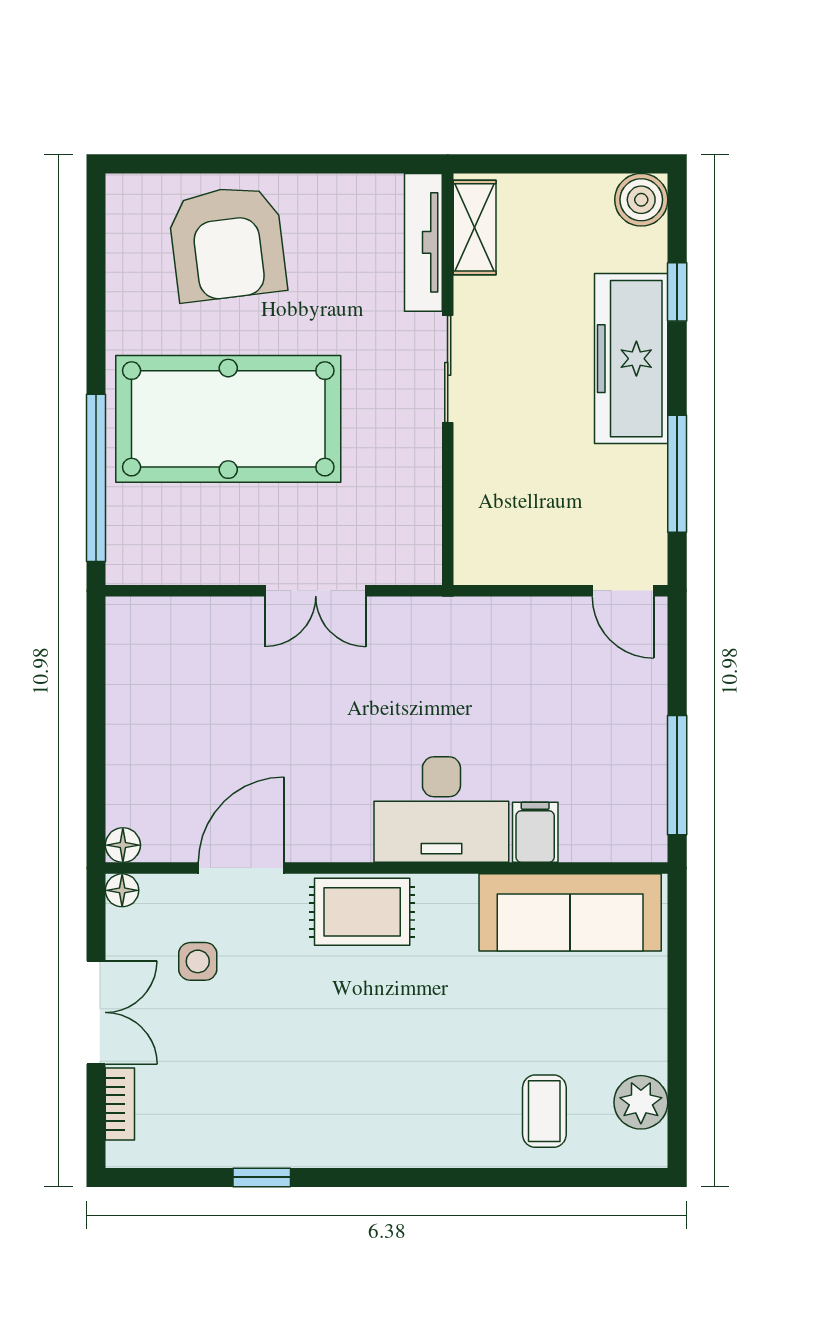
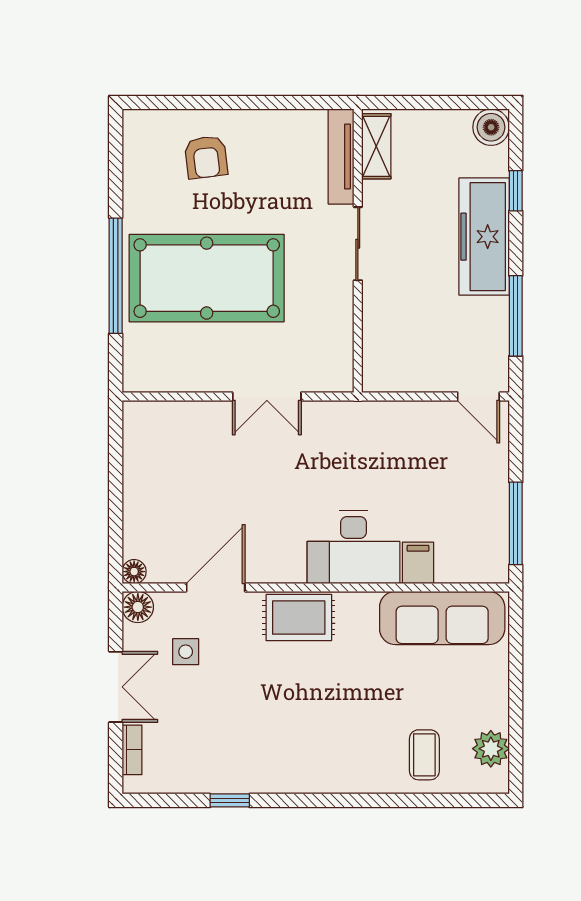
armchair: (227, 243) -> (206, 157), width x0.53, depth x0.53
window: (96, 478) -> (116, 276), moved
floor lamp: (122, 890) -> (138, 607), width x1.37, depth x1.37

